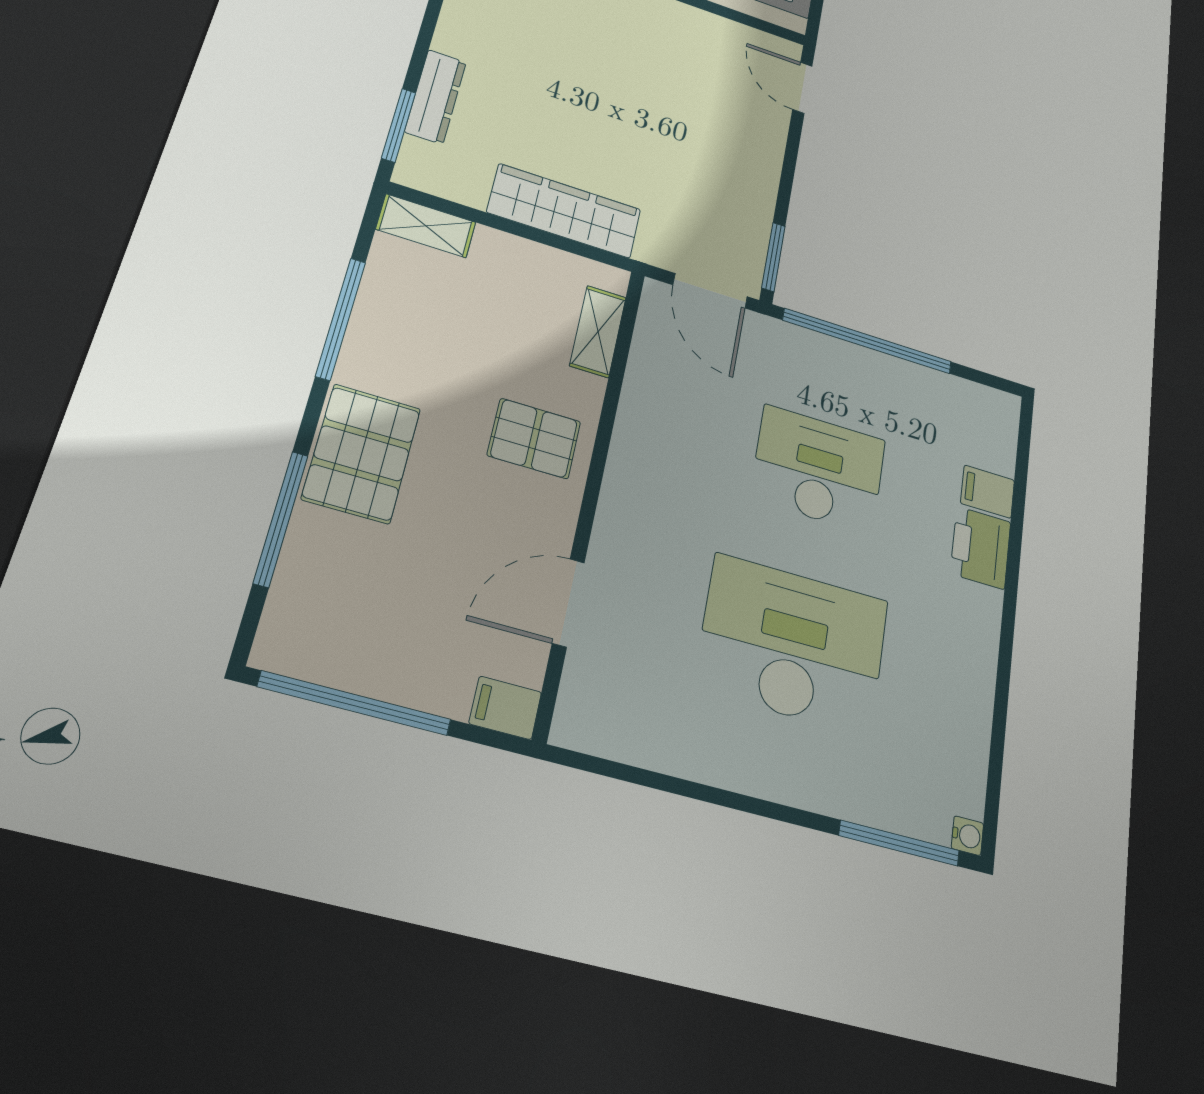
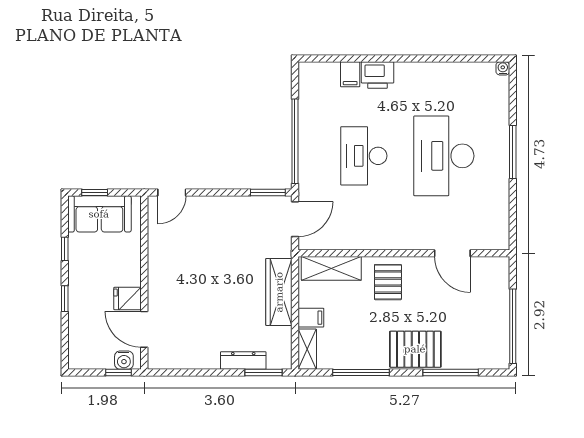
shelving: (598, 331) -> (331, 268), width x1.50, depth x1.33
filing cabinet: (505, 708) -> (311, 318), moved, turned -90
window: (899, 843) -> (513, 152), moved

